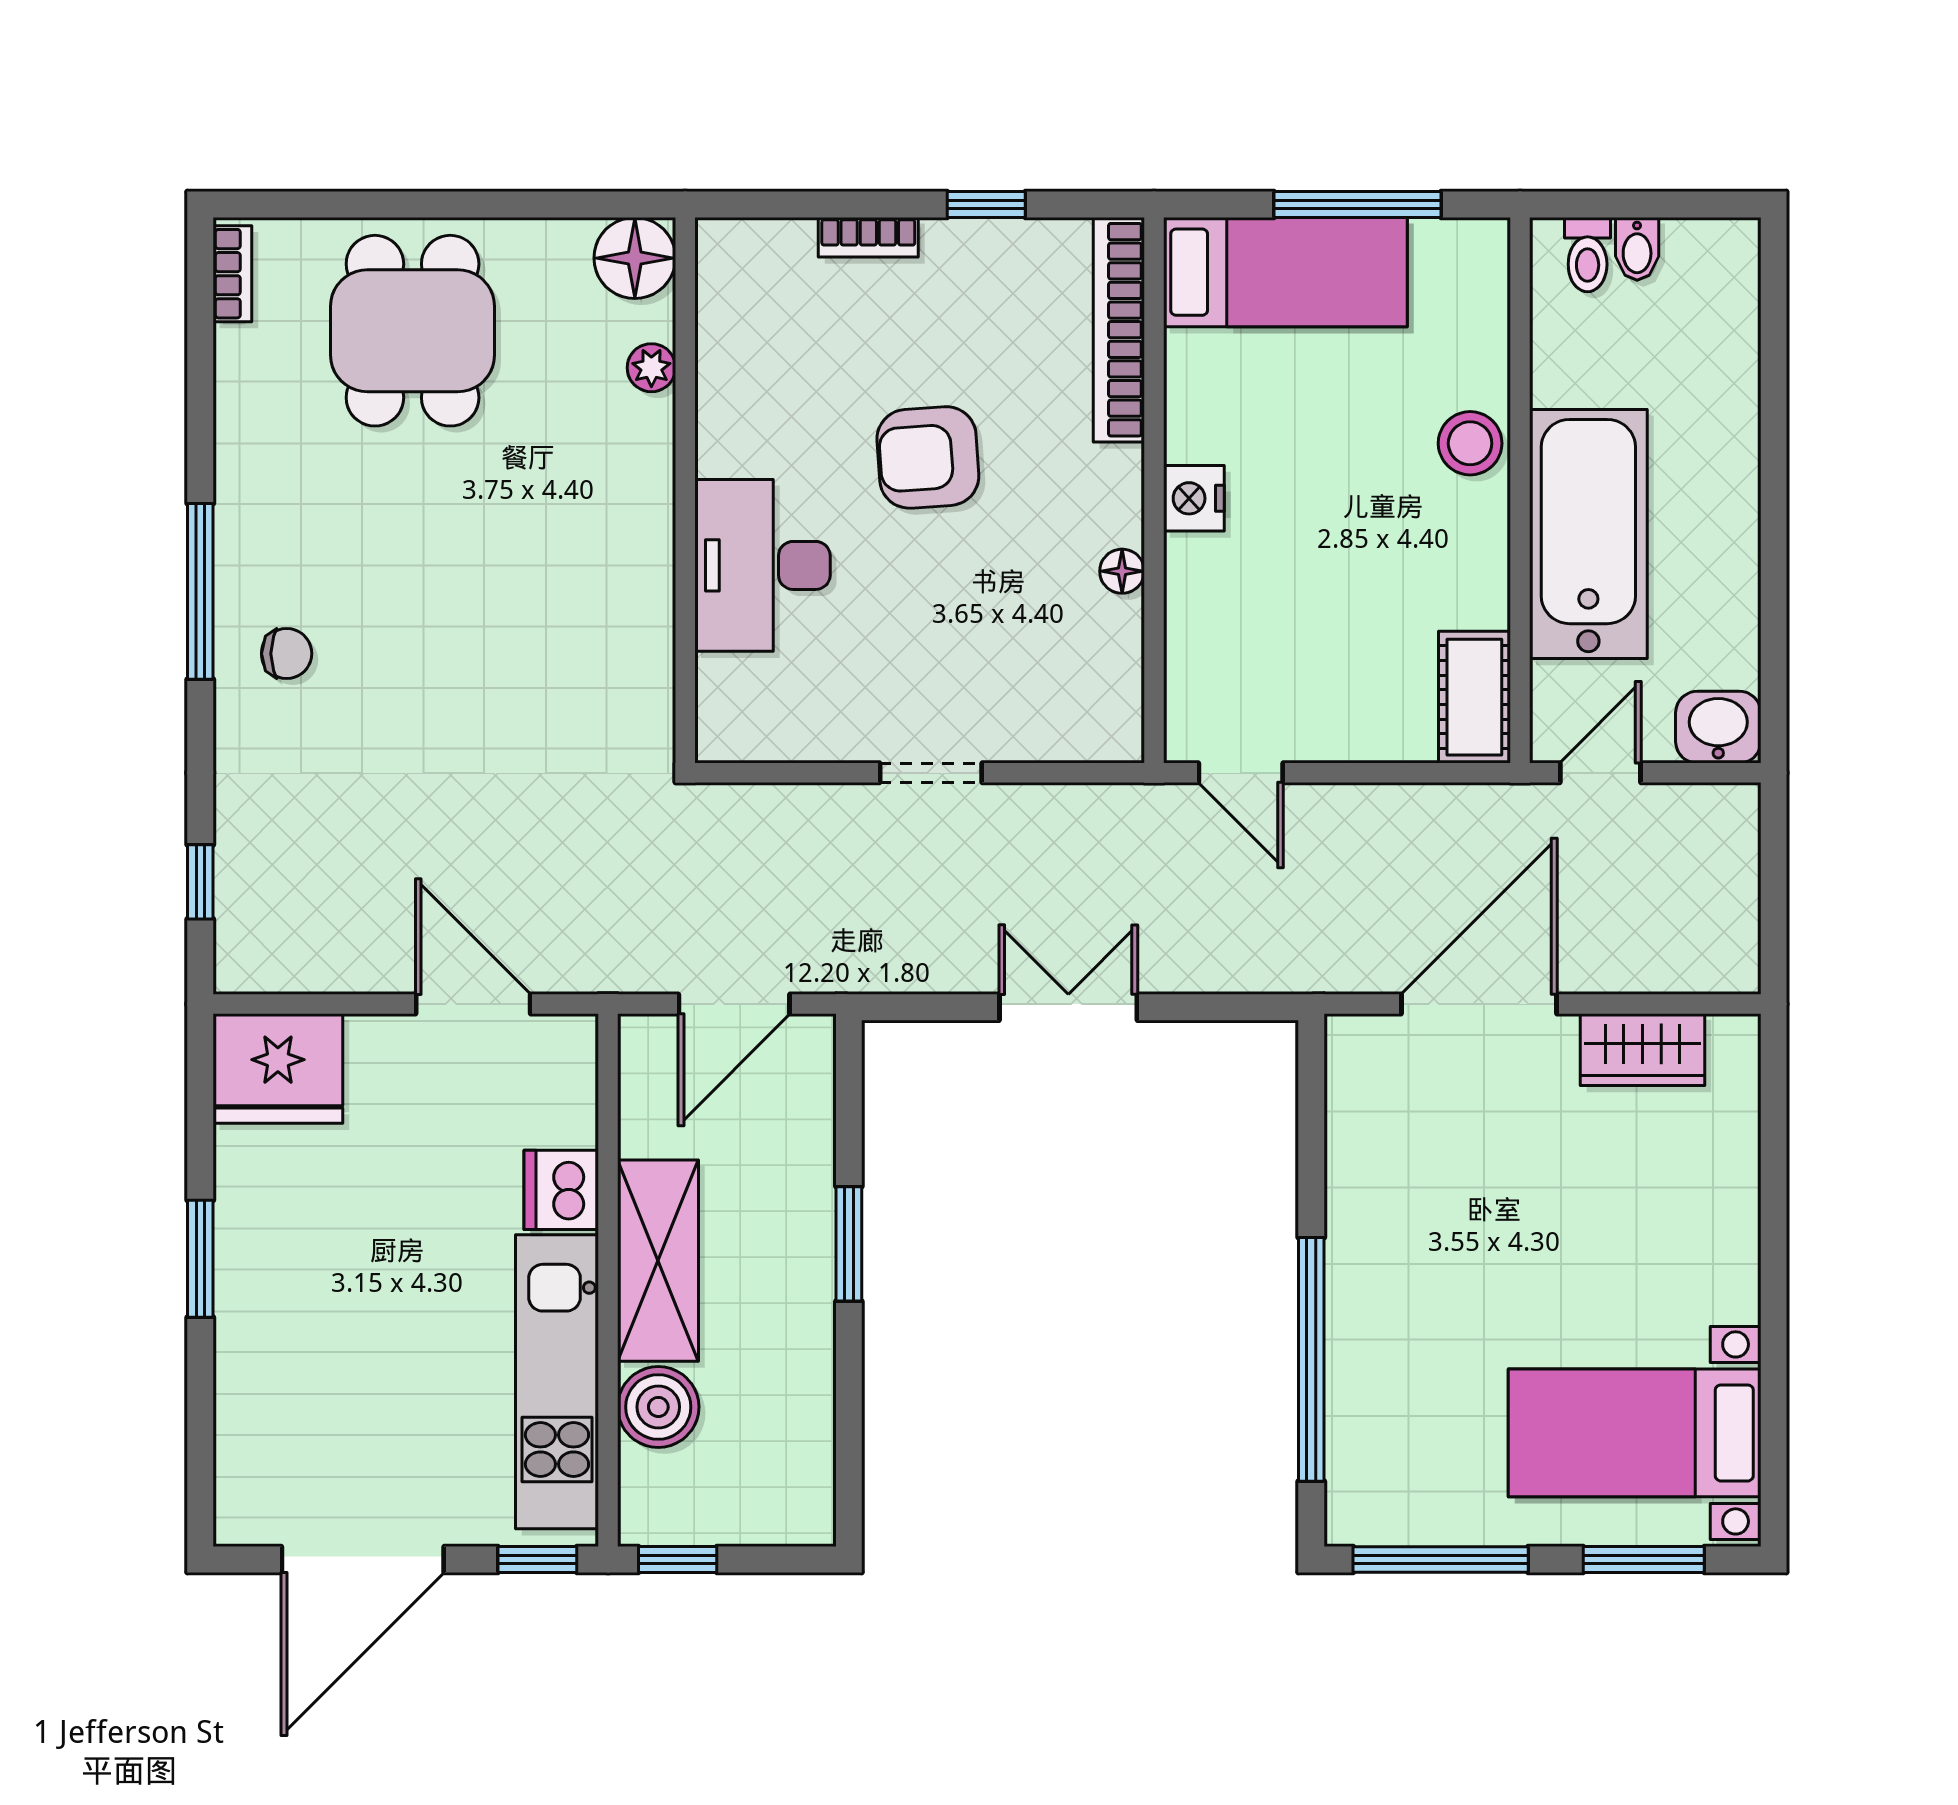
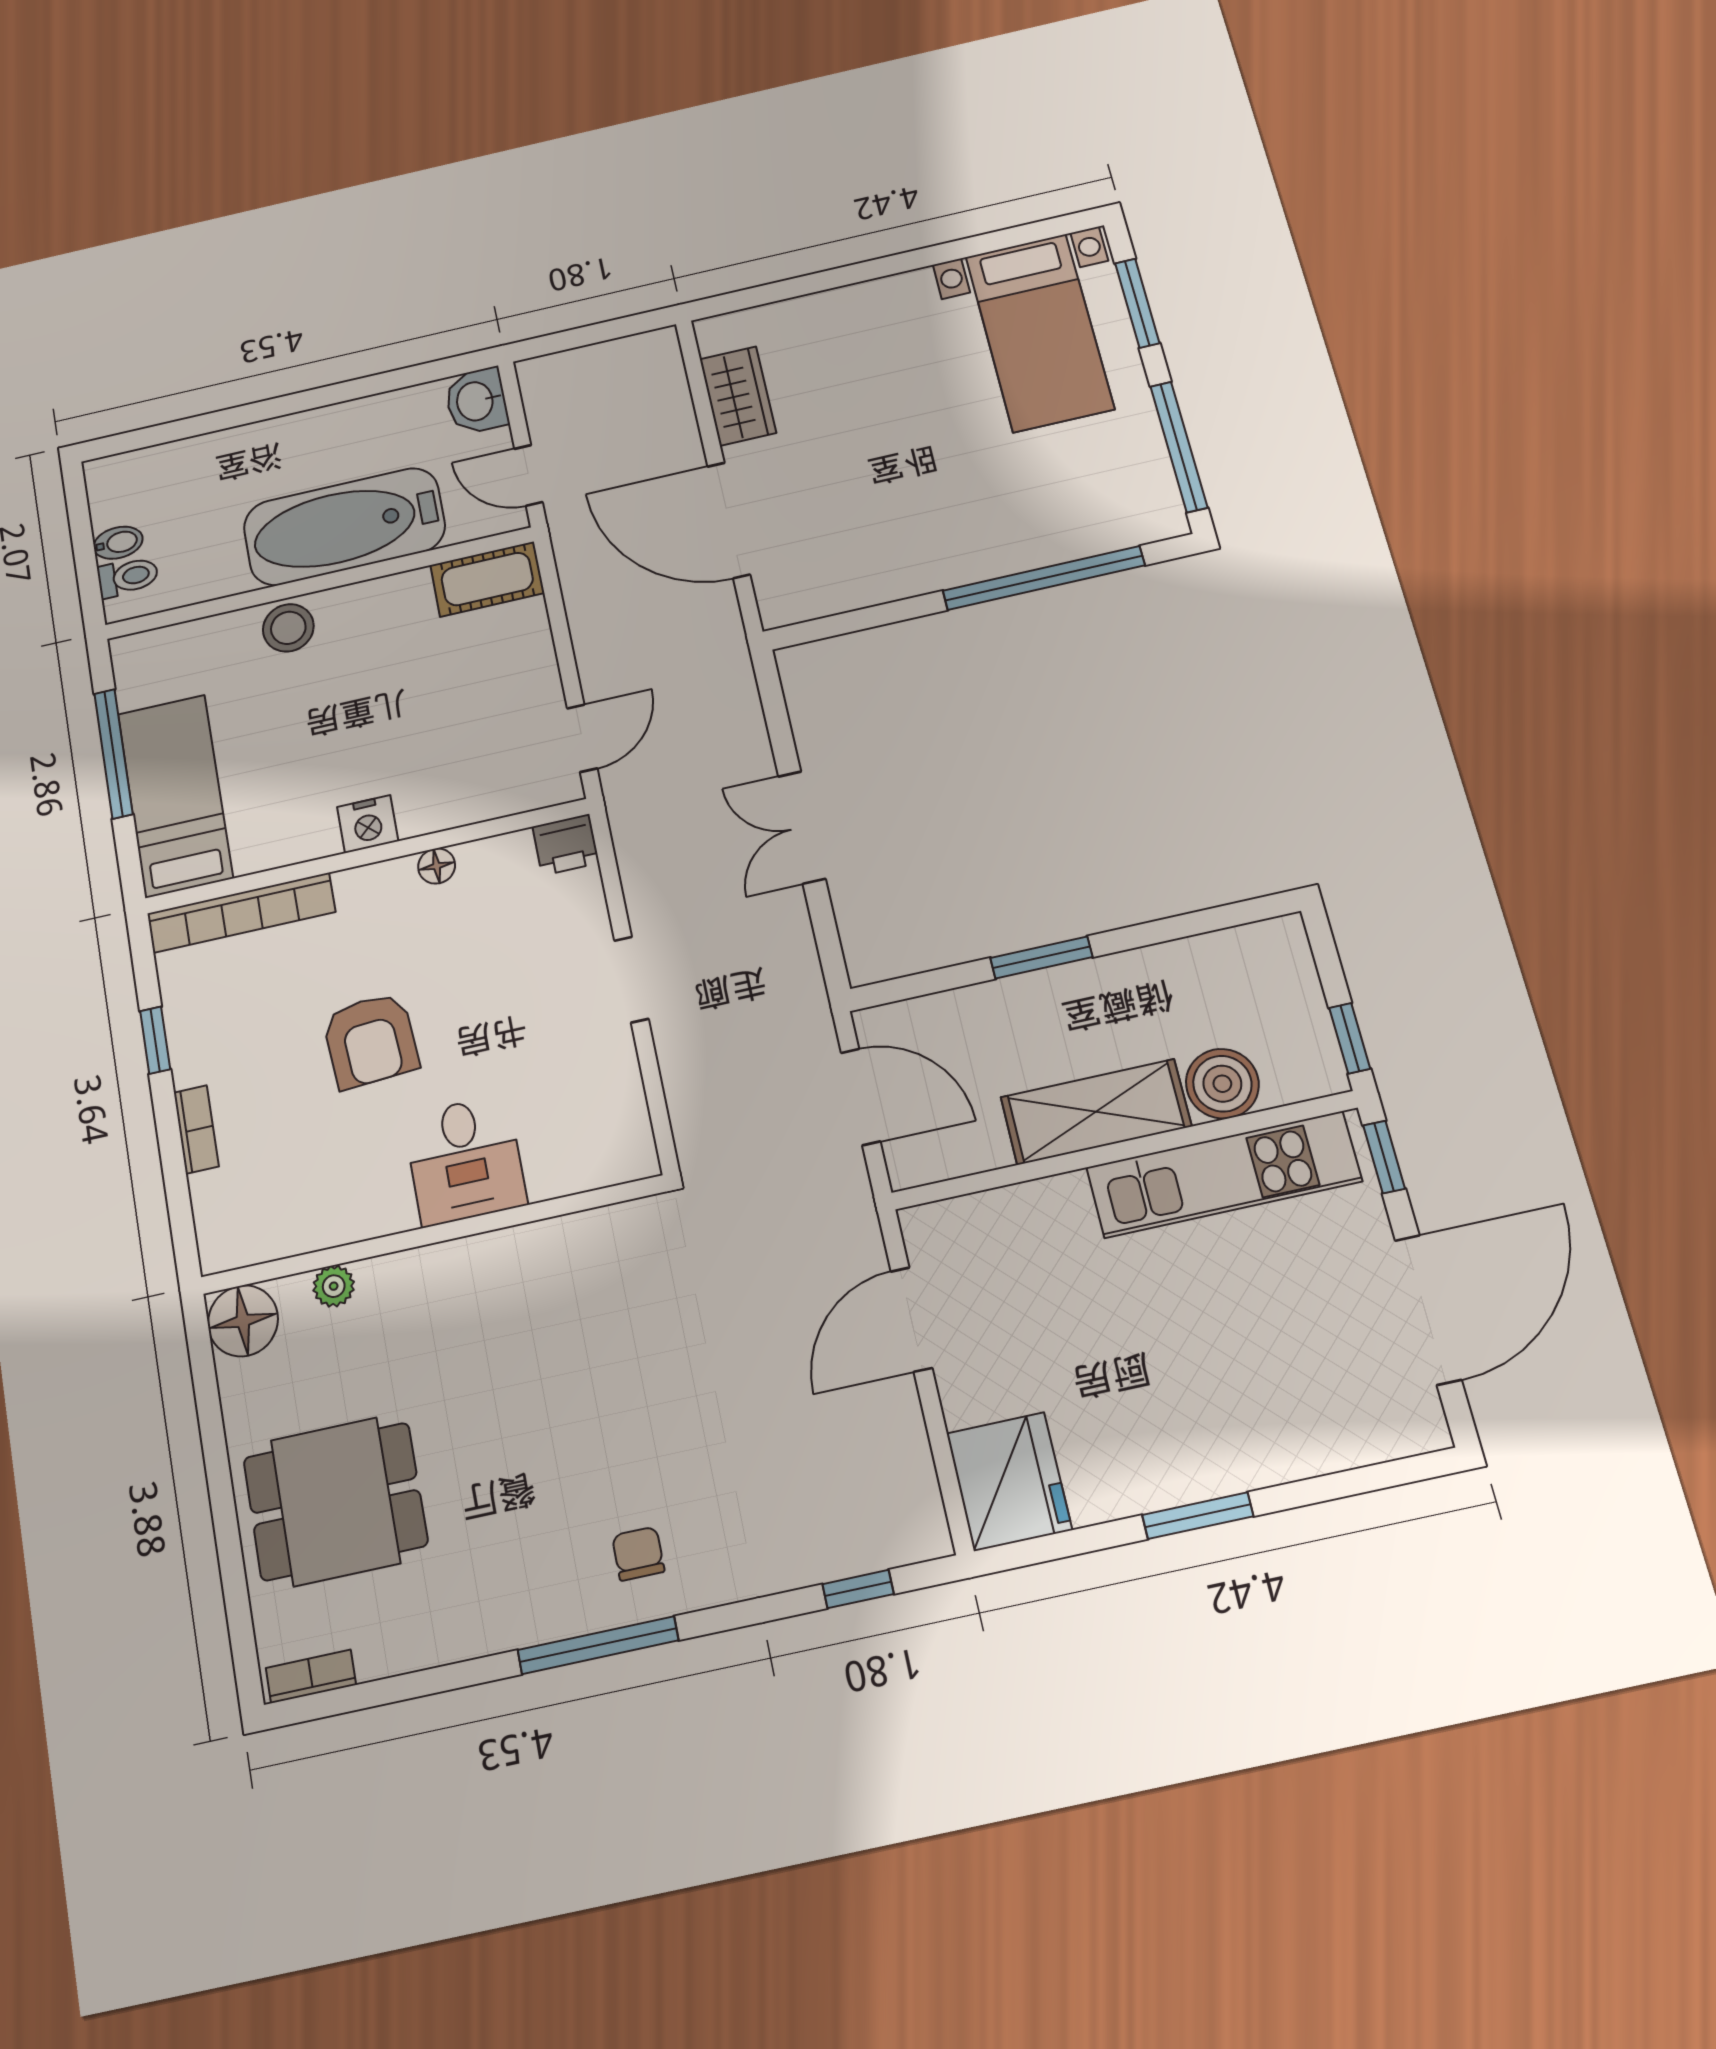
desk: (762, 565) -> (465, 1160), width x0.73
printer: (1112, 728) -> (566, 845), added
dishwasher: (561, 1190) -> (1055, 1208), removed
door: (363, 1559) -> (1428, 1310), hinge flipped

